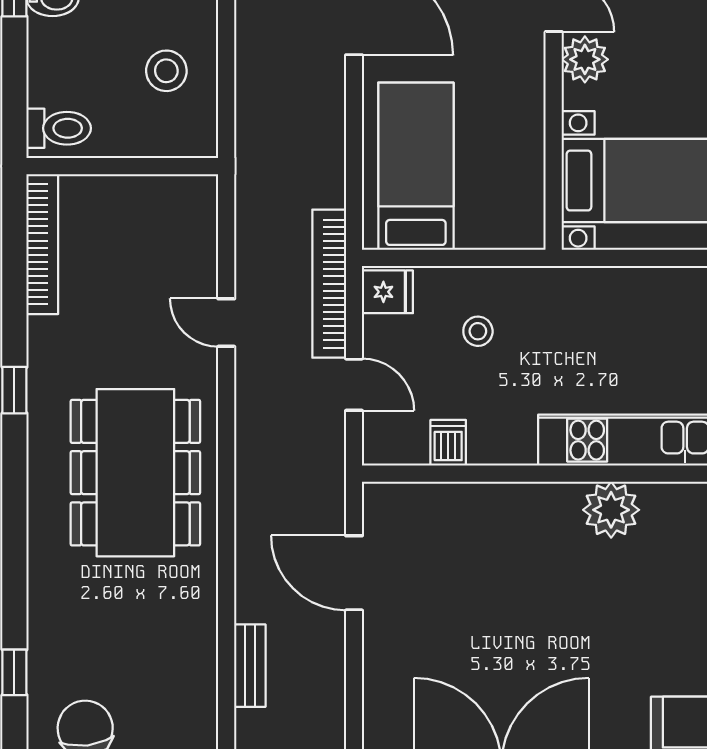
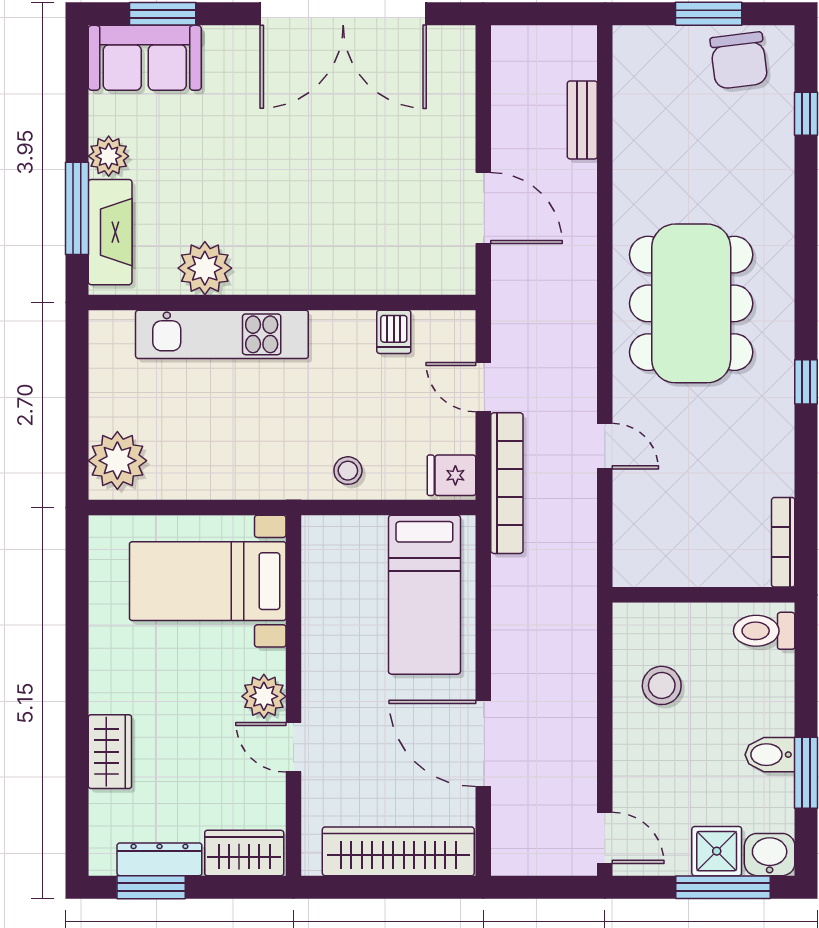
bookcase: (42, 244) -> (783, 542), width x0.68, depth x0.76
stool: (478, 331) -> (348, 471), moved
plant: (611, 510) -> (205, 268), moved

